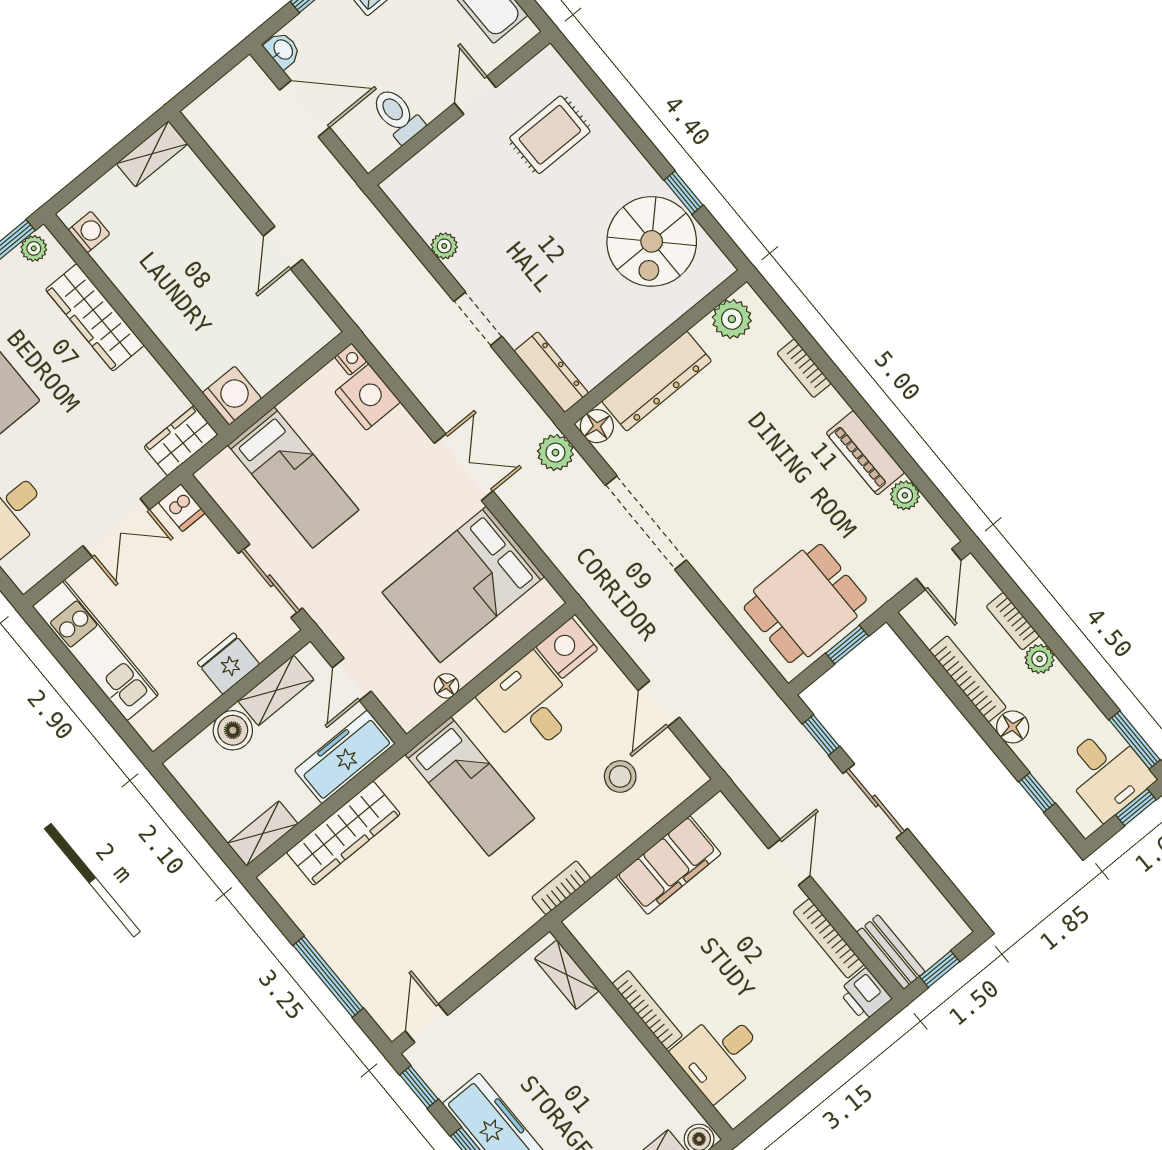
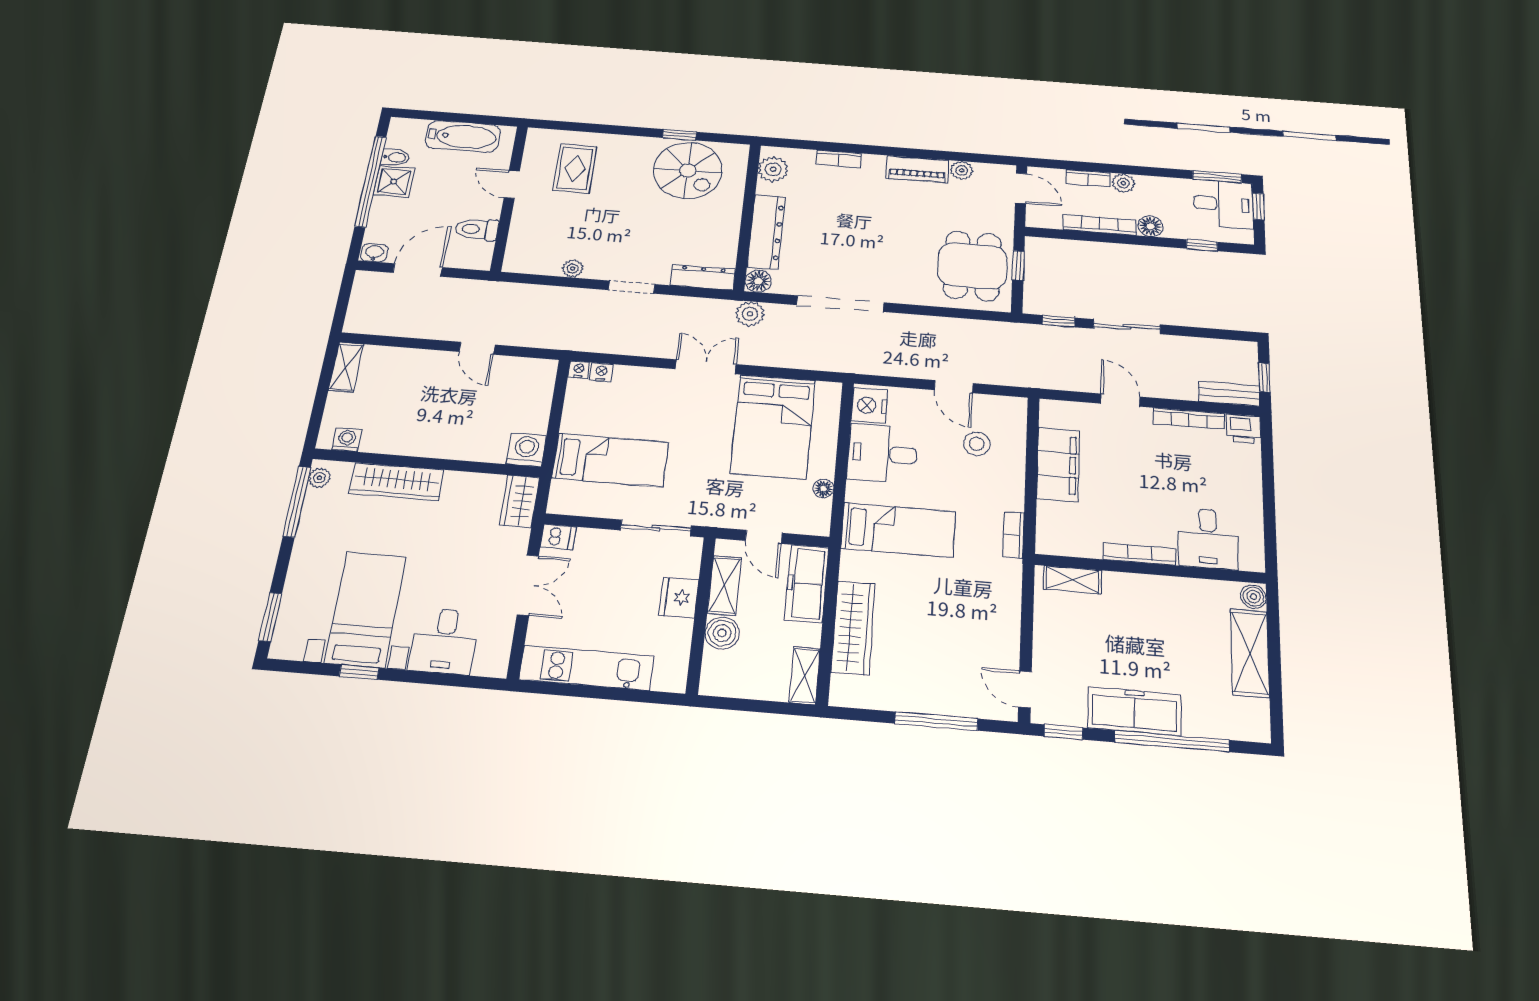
nightstand: (368, 397) -> (601, 372), width x0.53, depth x0.56

